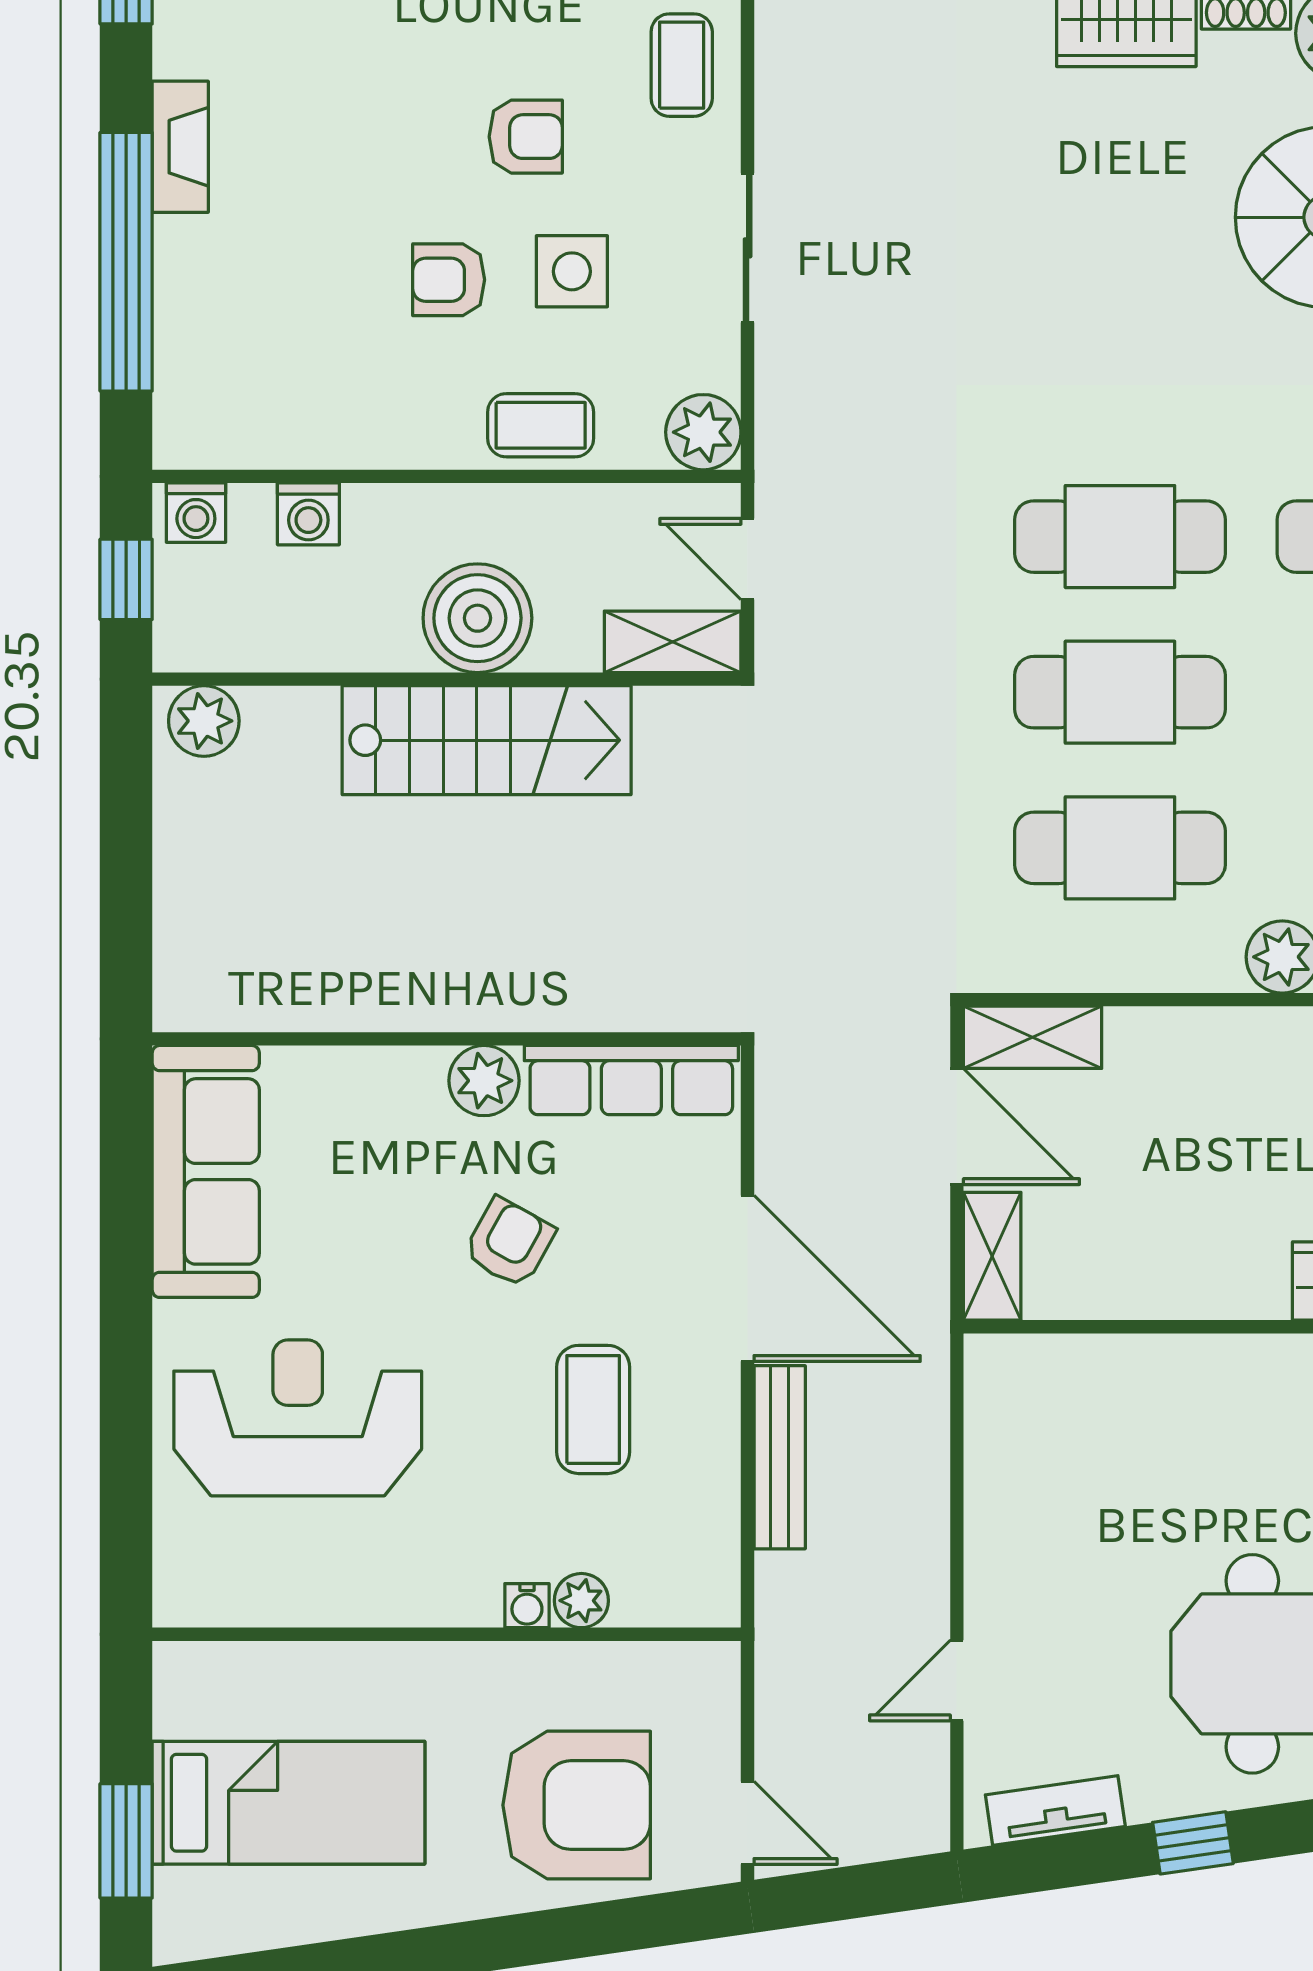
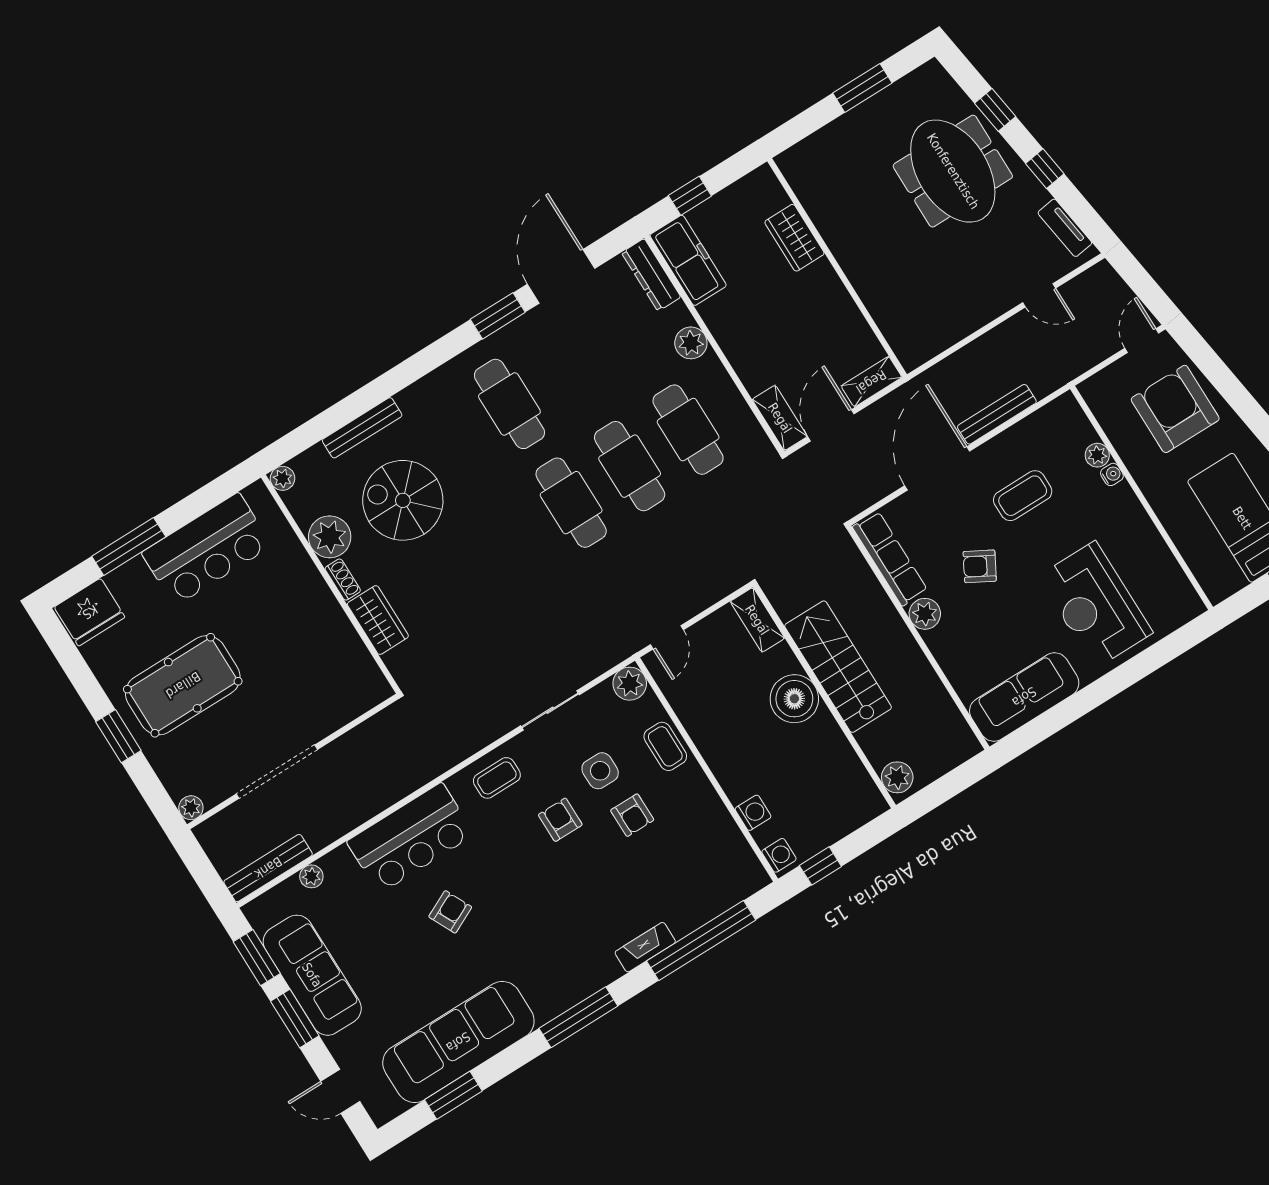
boiler: (477, 618) -> (794, 699), moved
shelving: (673, 642) -> (757, 620), moved
wall: (447, 679) -> (825, 696), moved
plant: (204, 721) -> (897, 777), moved
stairs: (487, 740) -> (838, 667), moved

